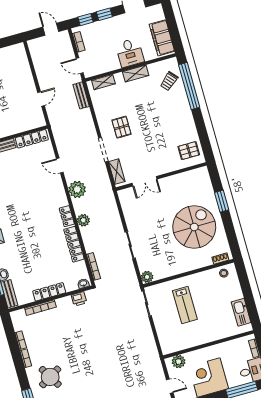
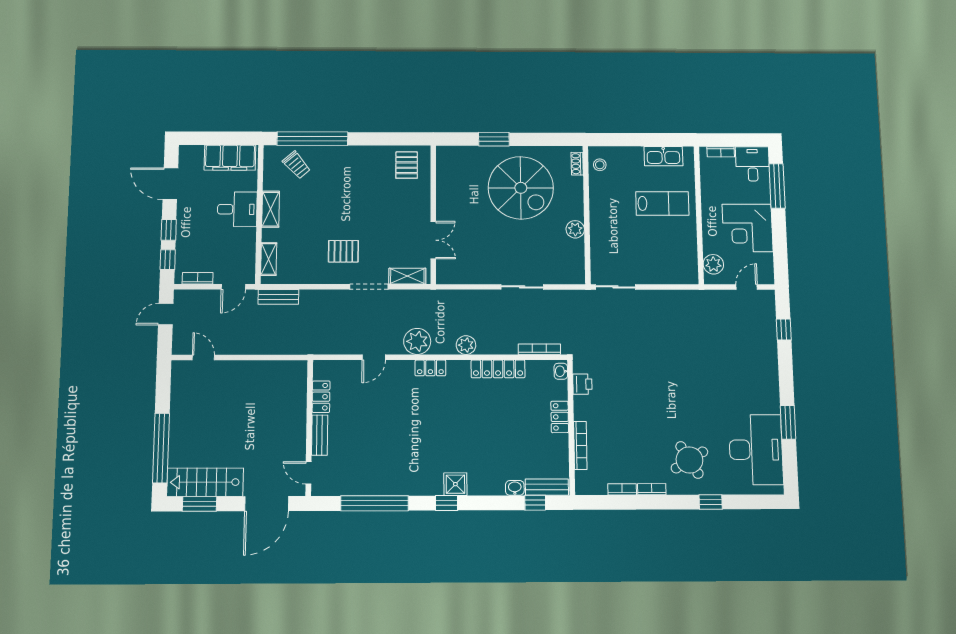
door: (41, 99) -> (203, 357), moved
locker: (32, 139) -> (321, 397), width x0.66
locker: (67, 216) -> (430, 368), moved
spiral stairs: (194, 227) -> (521, 188), turned 180
plant: (147, 277) -> (575, 229), moved
locker: (49, 292) -> (560, 417), width x0.66
lab bench: (185, 305) -> (662, 203), moved

